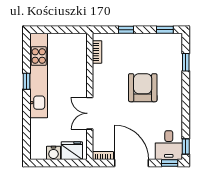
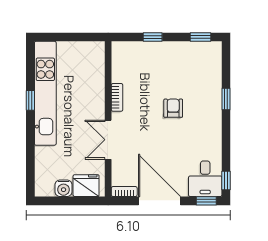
bookcase: (97, 52) -> (117, 97), moved
window: (186, 62) -> (226, 99), moved
armchair: (143, 88) -> (173, 108), width x0.53, depth x0.53

